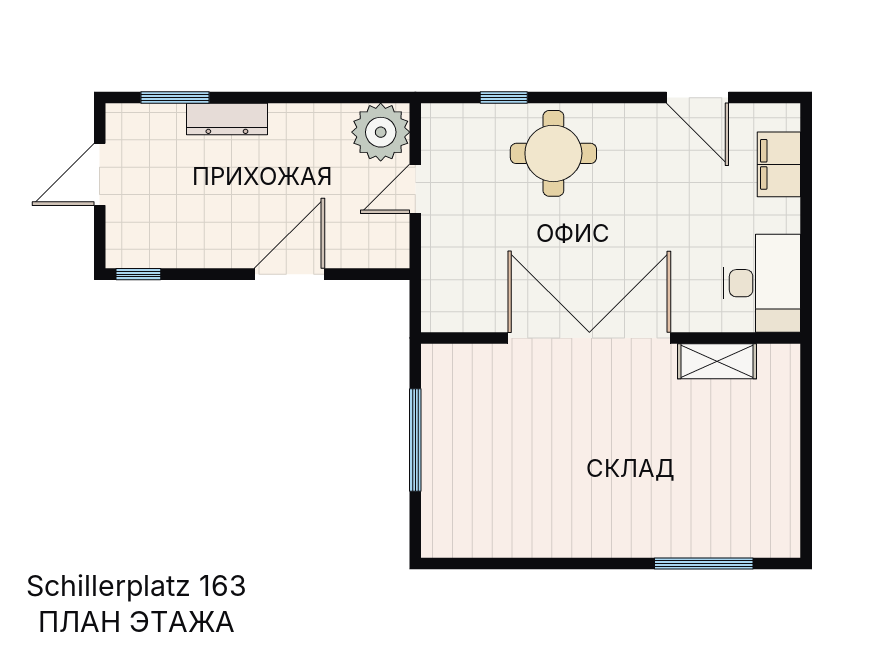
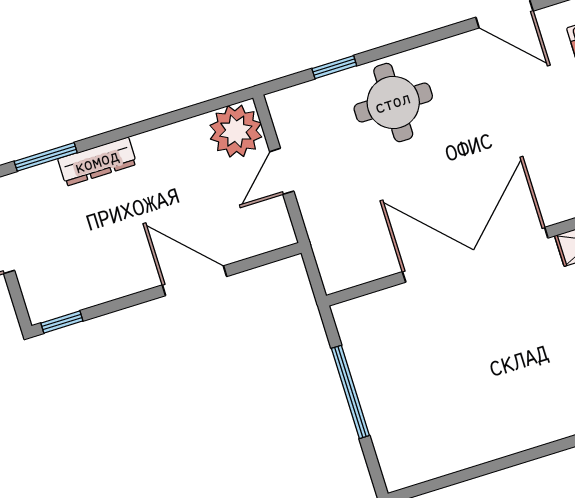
door: (289, 274) -> (194, 281), hinge flipped

